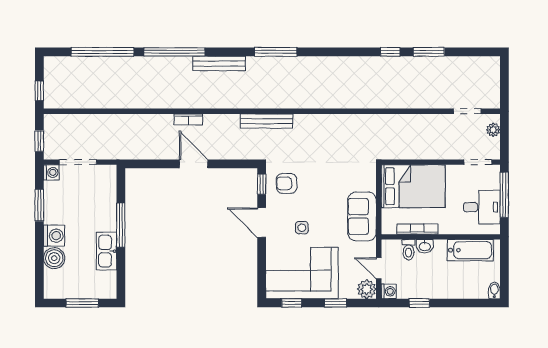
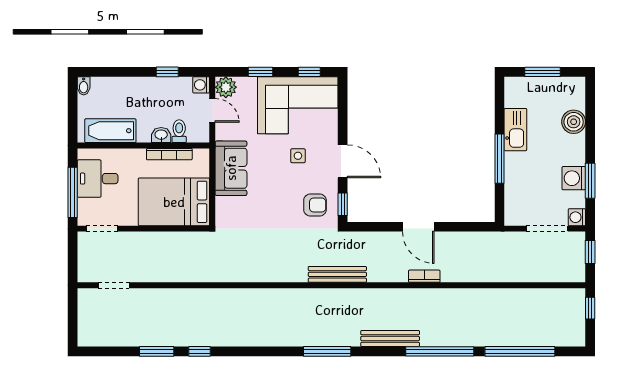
plant: (493, 130) -> (85, 265), removed
washing machine: (54, 236) -> (574, 178), moved

